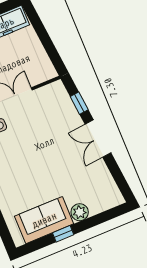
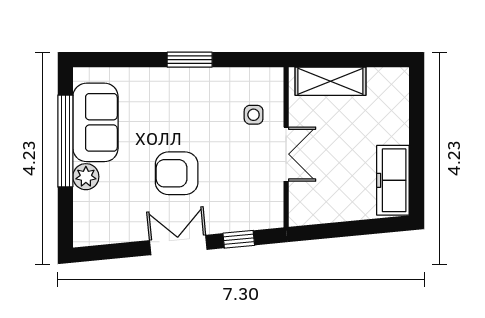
armchair: (55, 158) -> (177, 173), added
window: (63, 234) -> (65, 141), width x3.17

